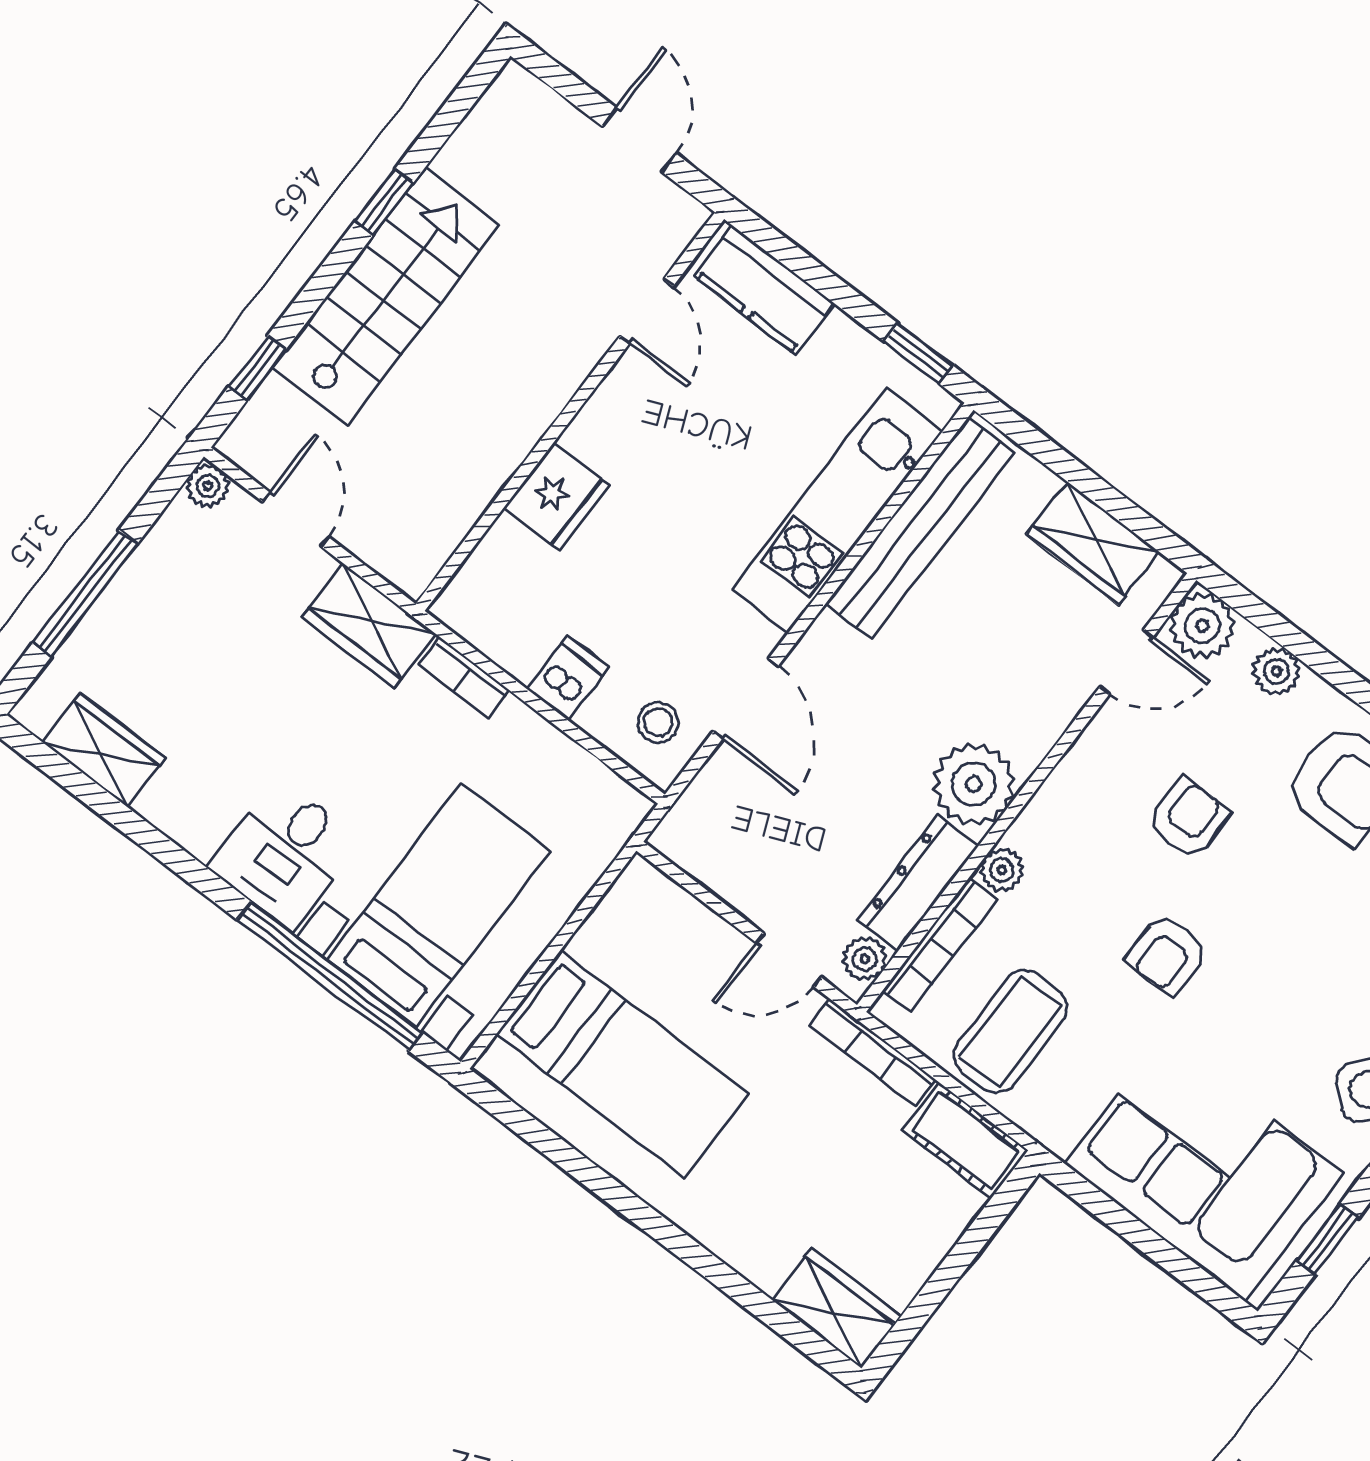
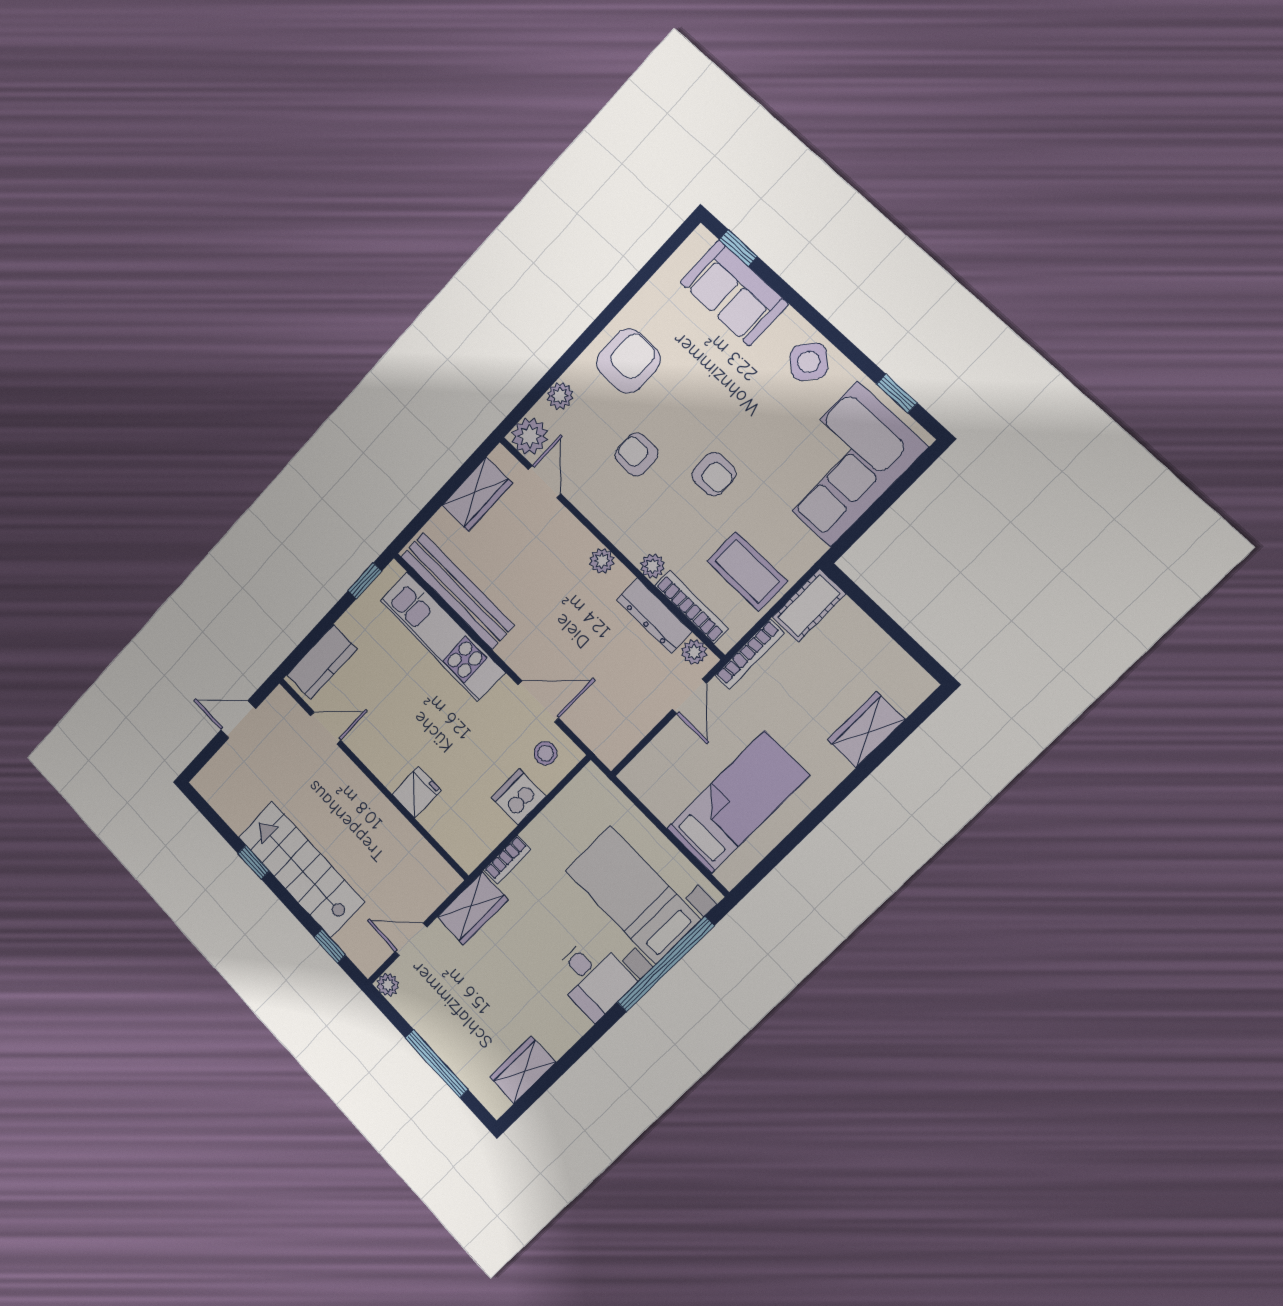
fridge: (557, 497) -> (416, 792), width x0.72
dishwasher: (568, 678) -> (519, 797), width x1.38
plant: (974, 784) -> (602, 561), width x0.53, depth x0.53
wardrobe: (836, 1308) -> (866, 730), moved

